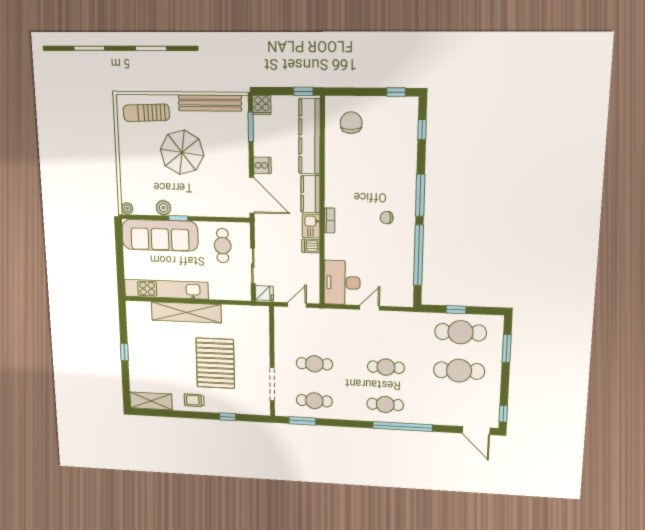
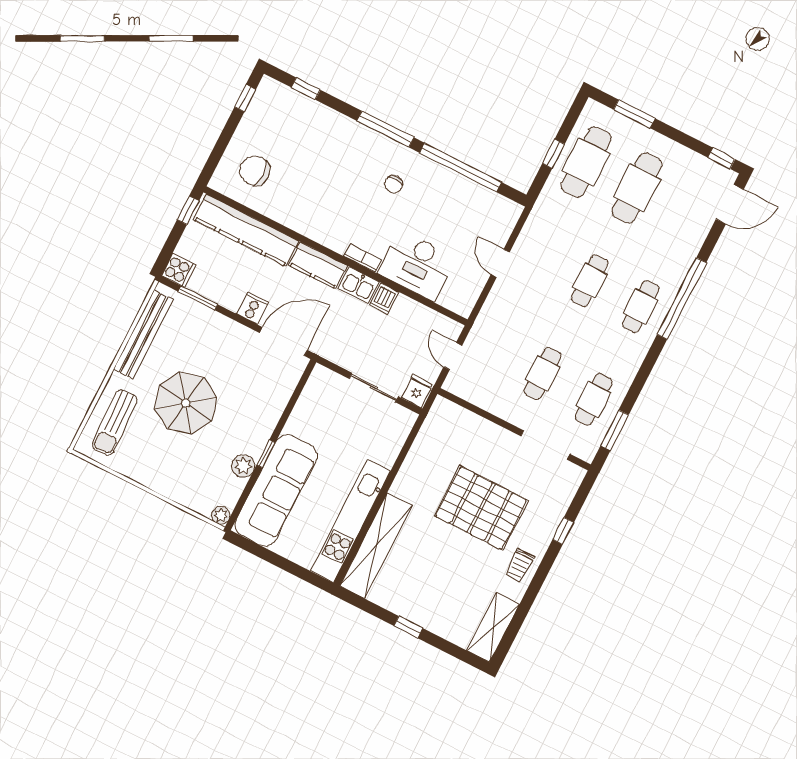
cafe table: (223, 246) -> (329, 414), removed
desk: (342, 283) -> (417, 265), moved
shelving: (186, 312) -> (376, 546), moved

